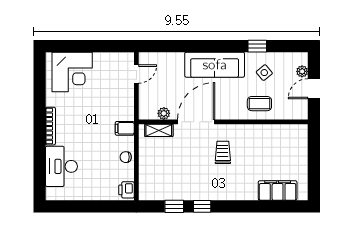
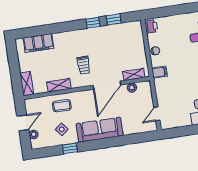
shelving: (259, 131) -> (59, 85), added
shelving: (301, 139) -> (27, 84), added

